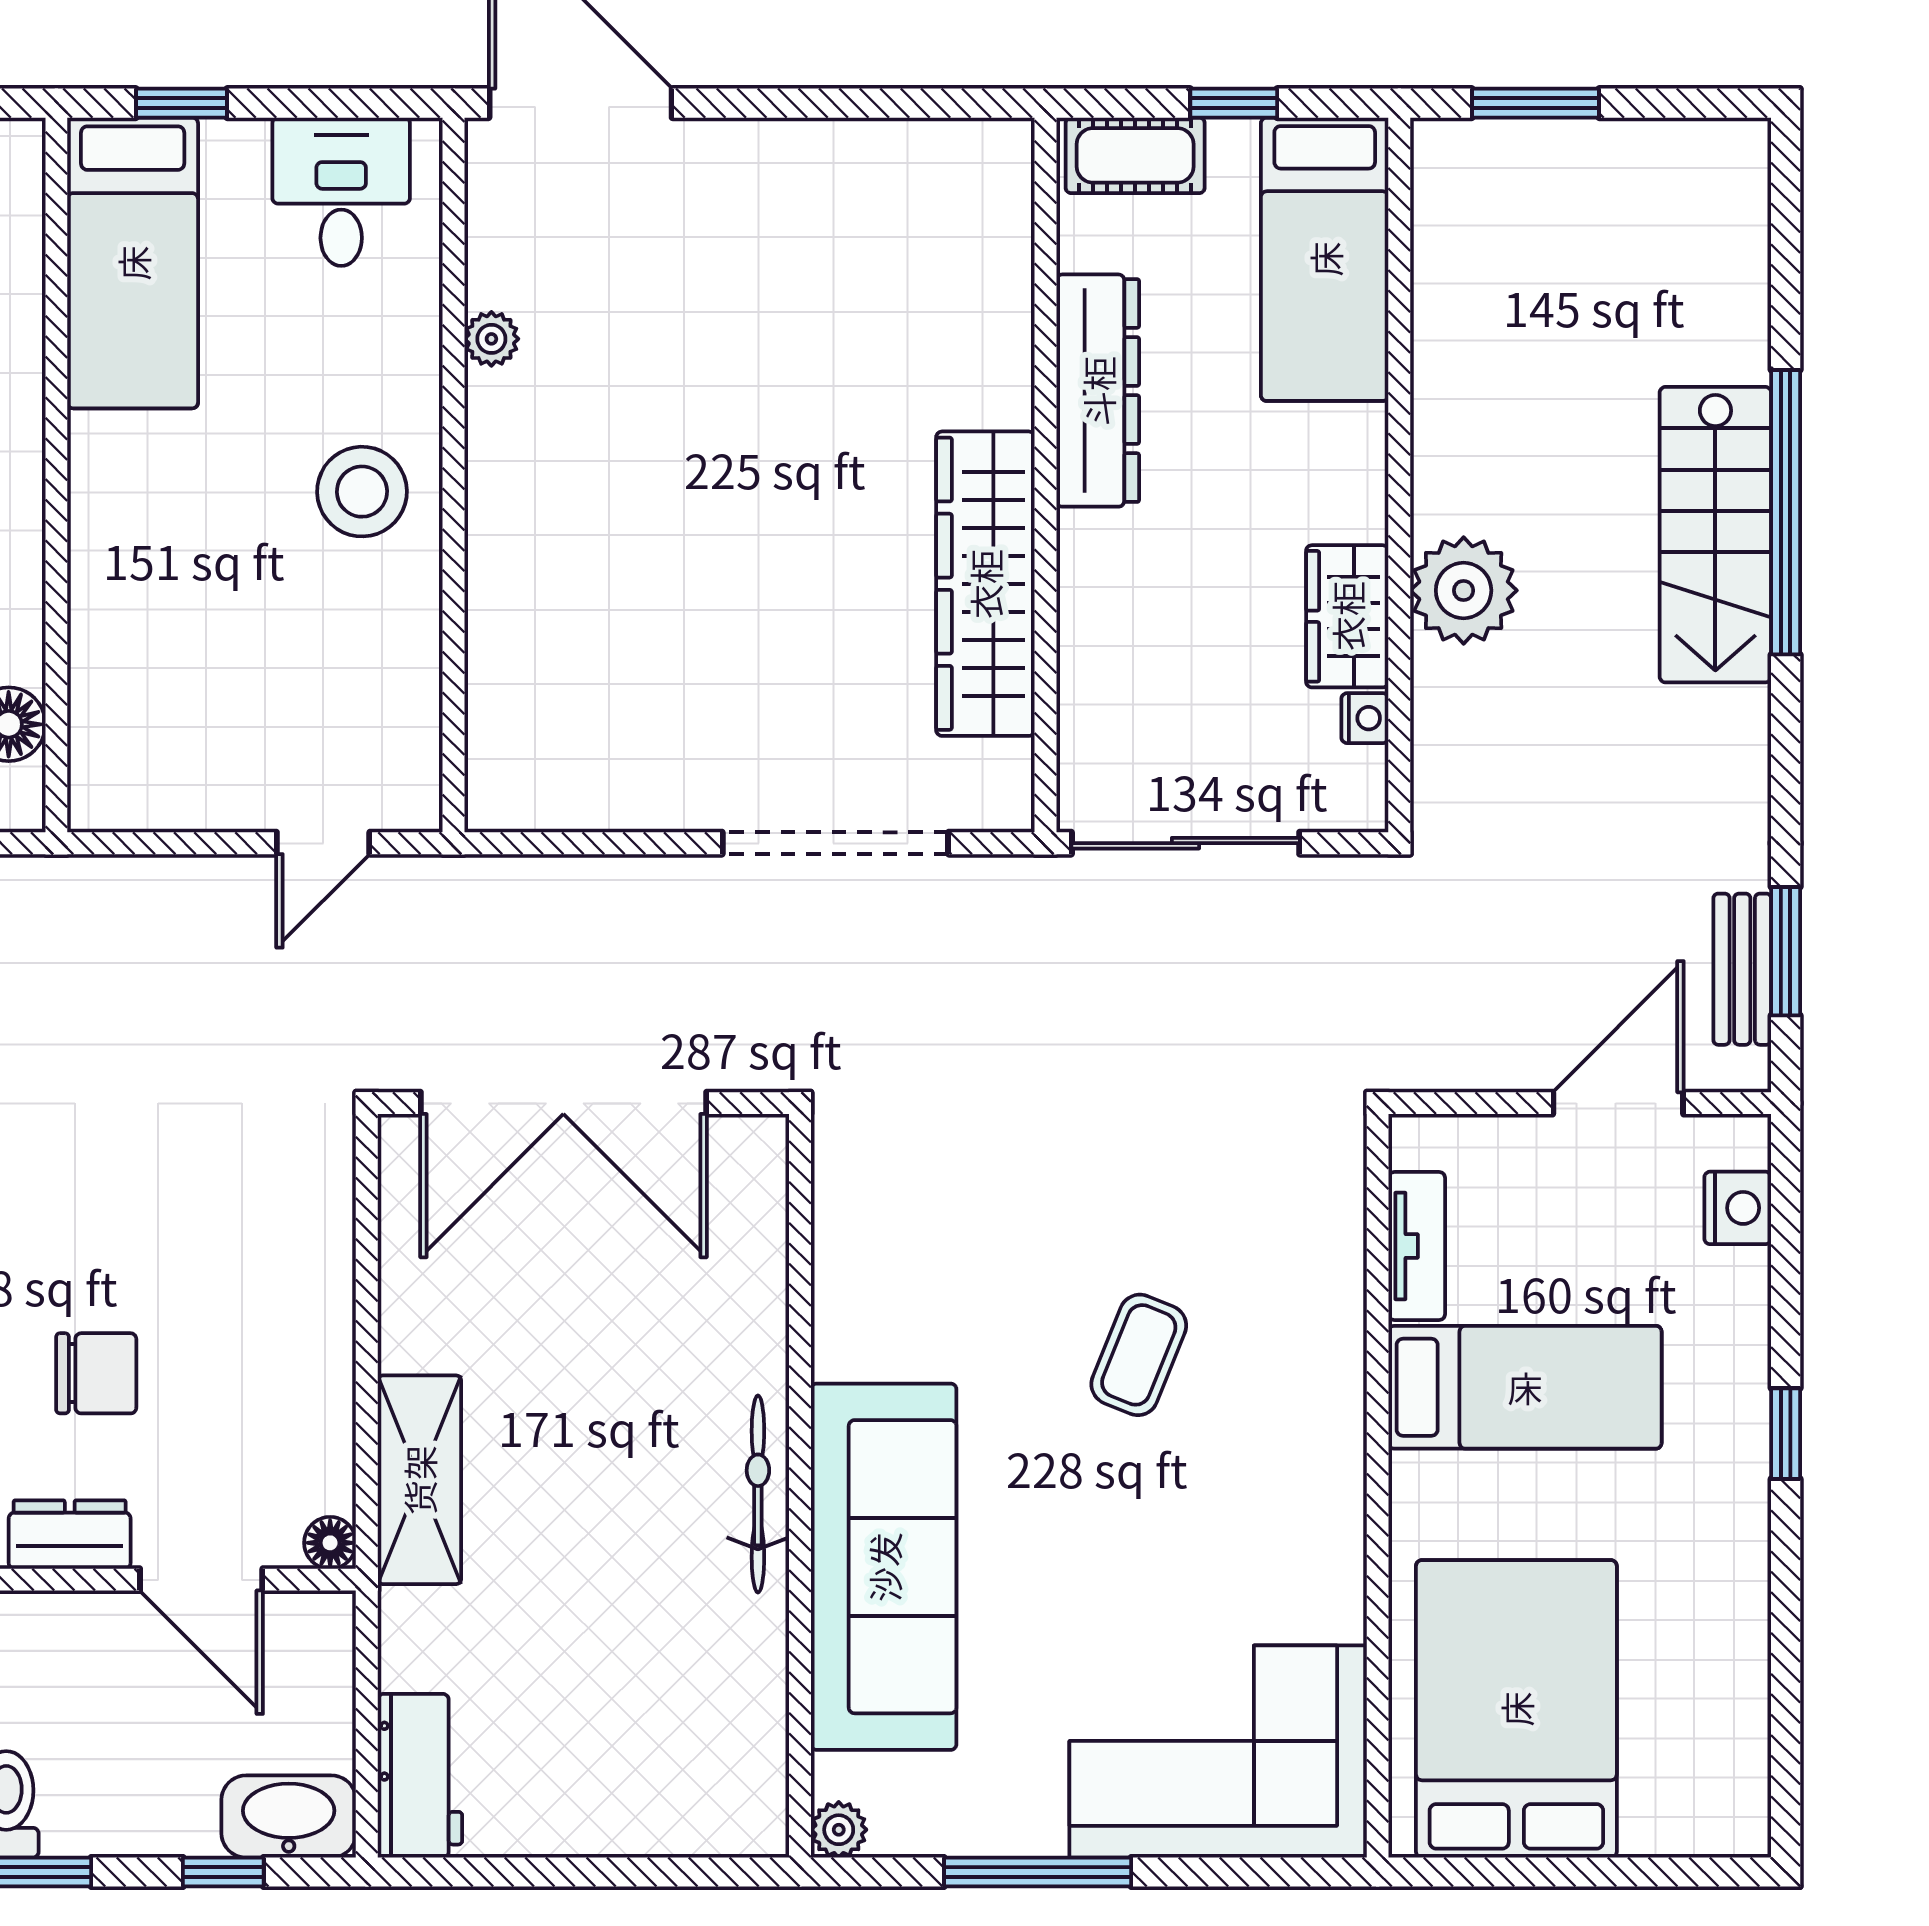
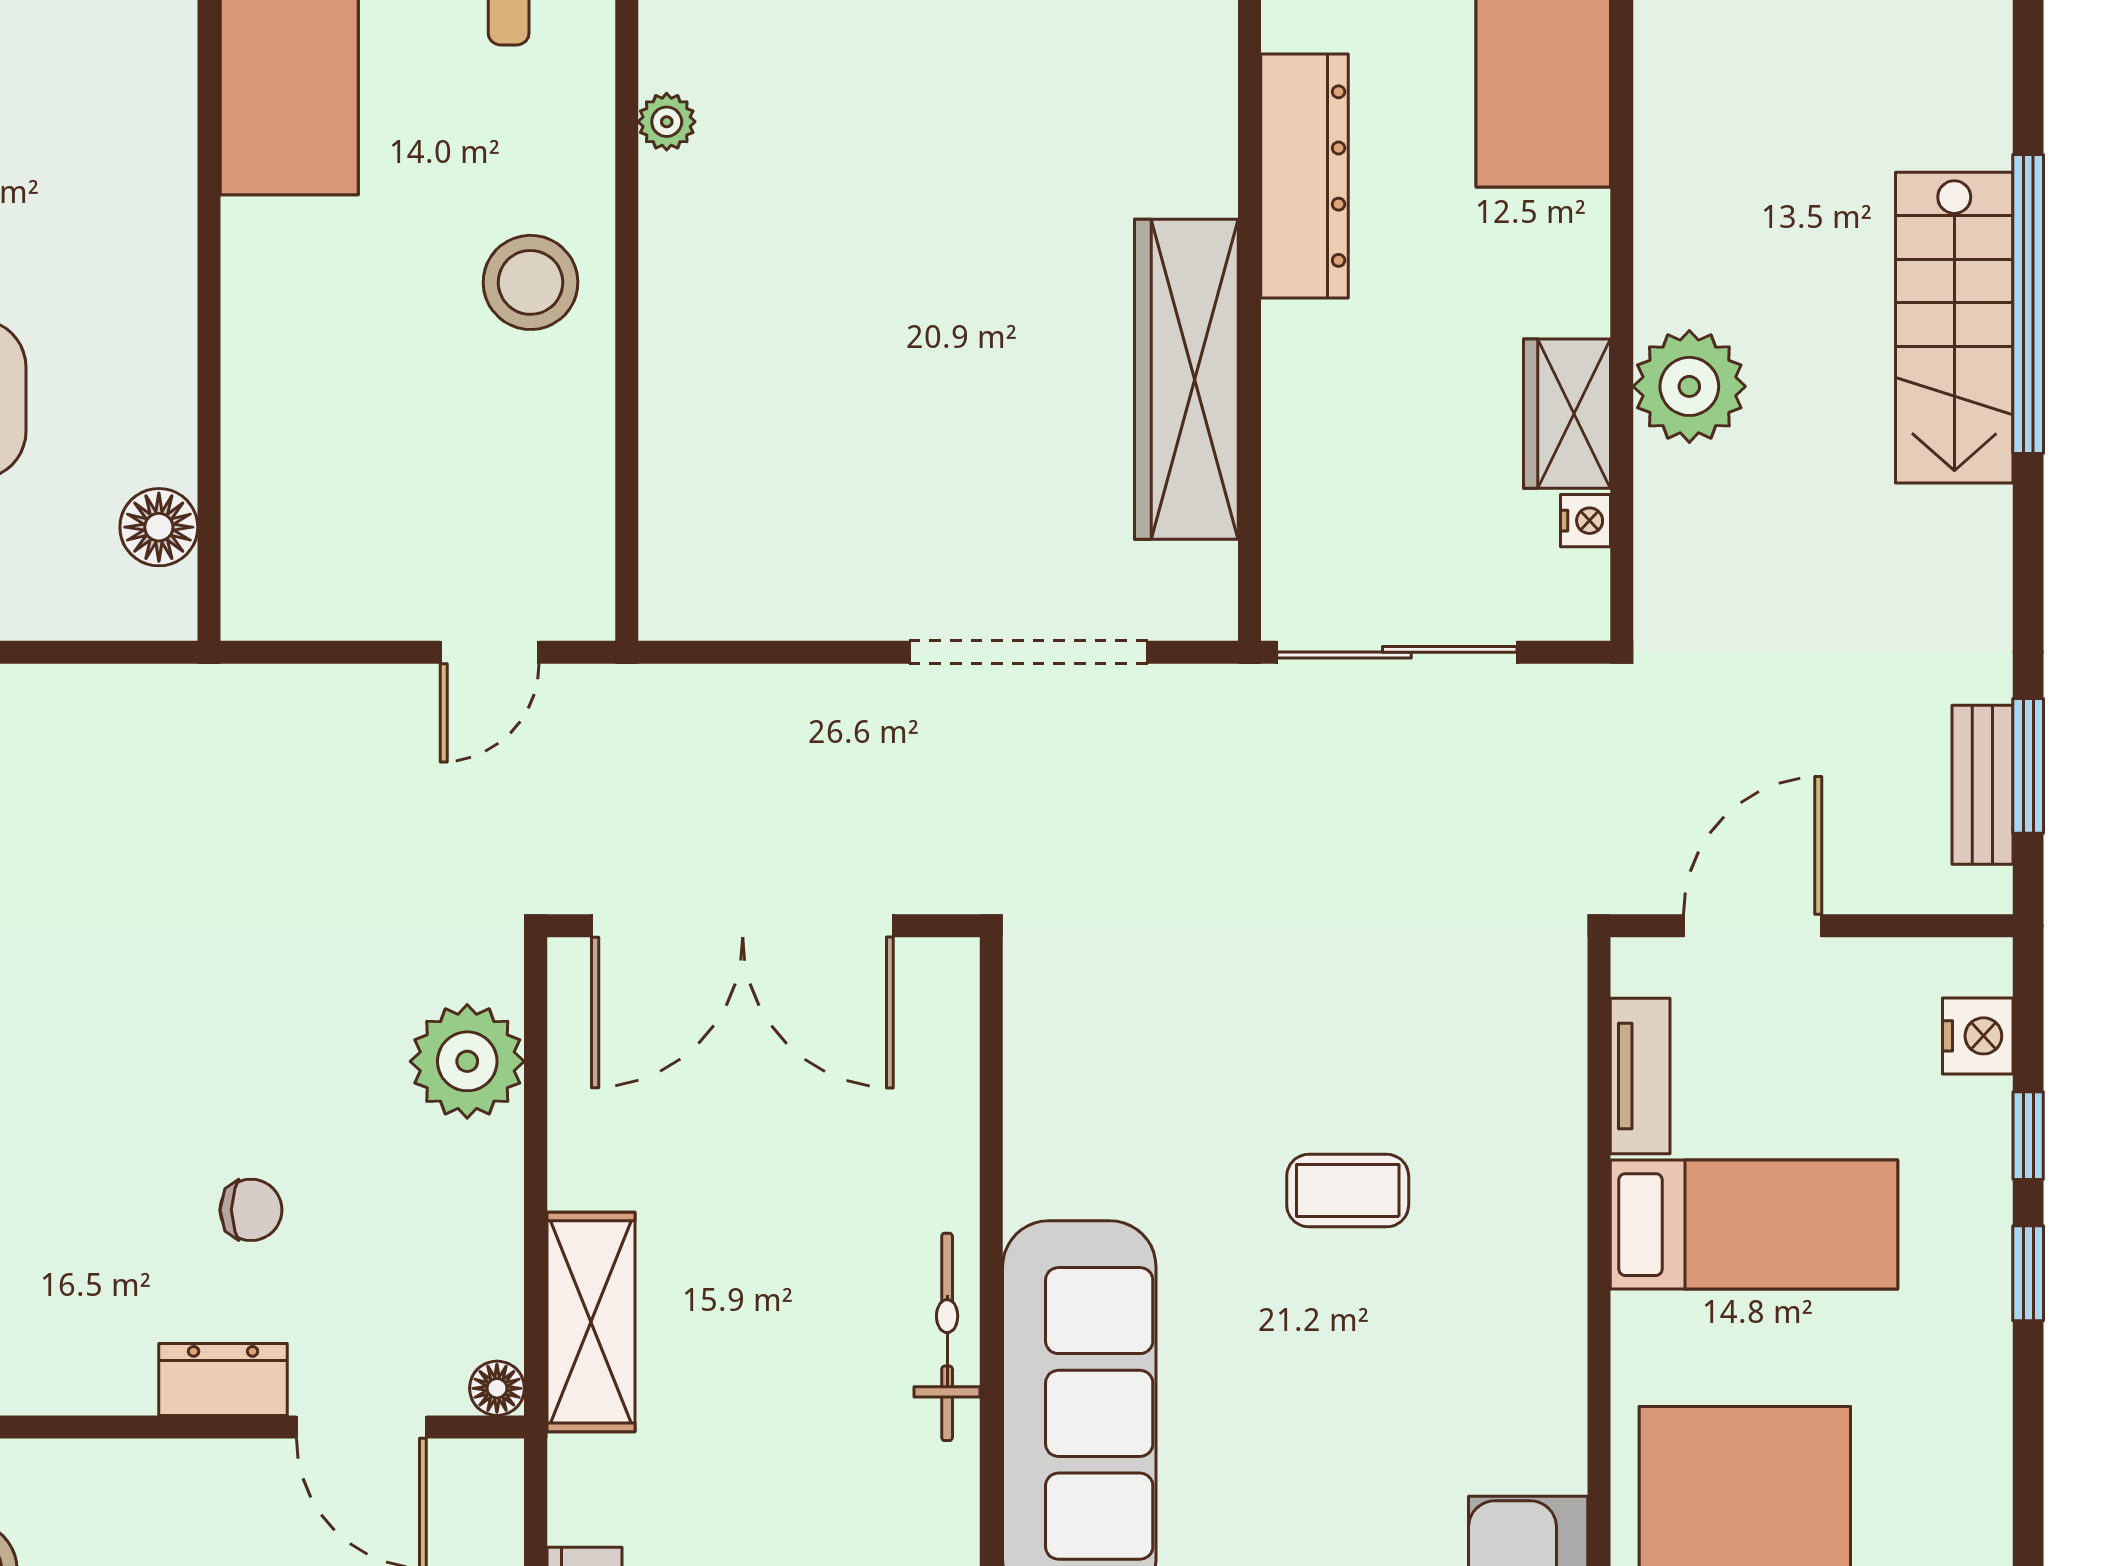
door: (1618, 1103) -> (1753, 926), moved
plant: (302, 1232) -> (467, 1061), added
window: (1786, 1303) -> (2028, 1136), added
coffee table: (1139, 1355) -> (1348, 1191), turned 68
chair: (96, 1373) -> (251, 1210), width x0.73, depth x0.73

